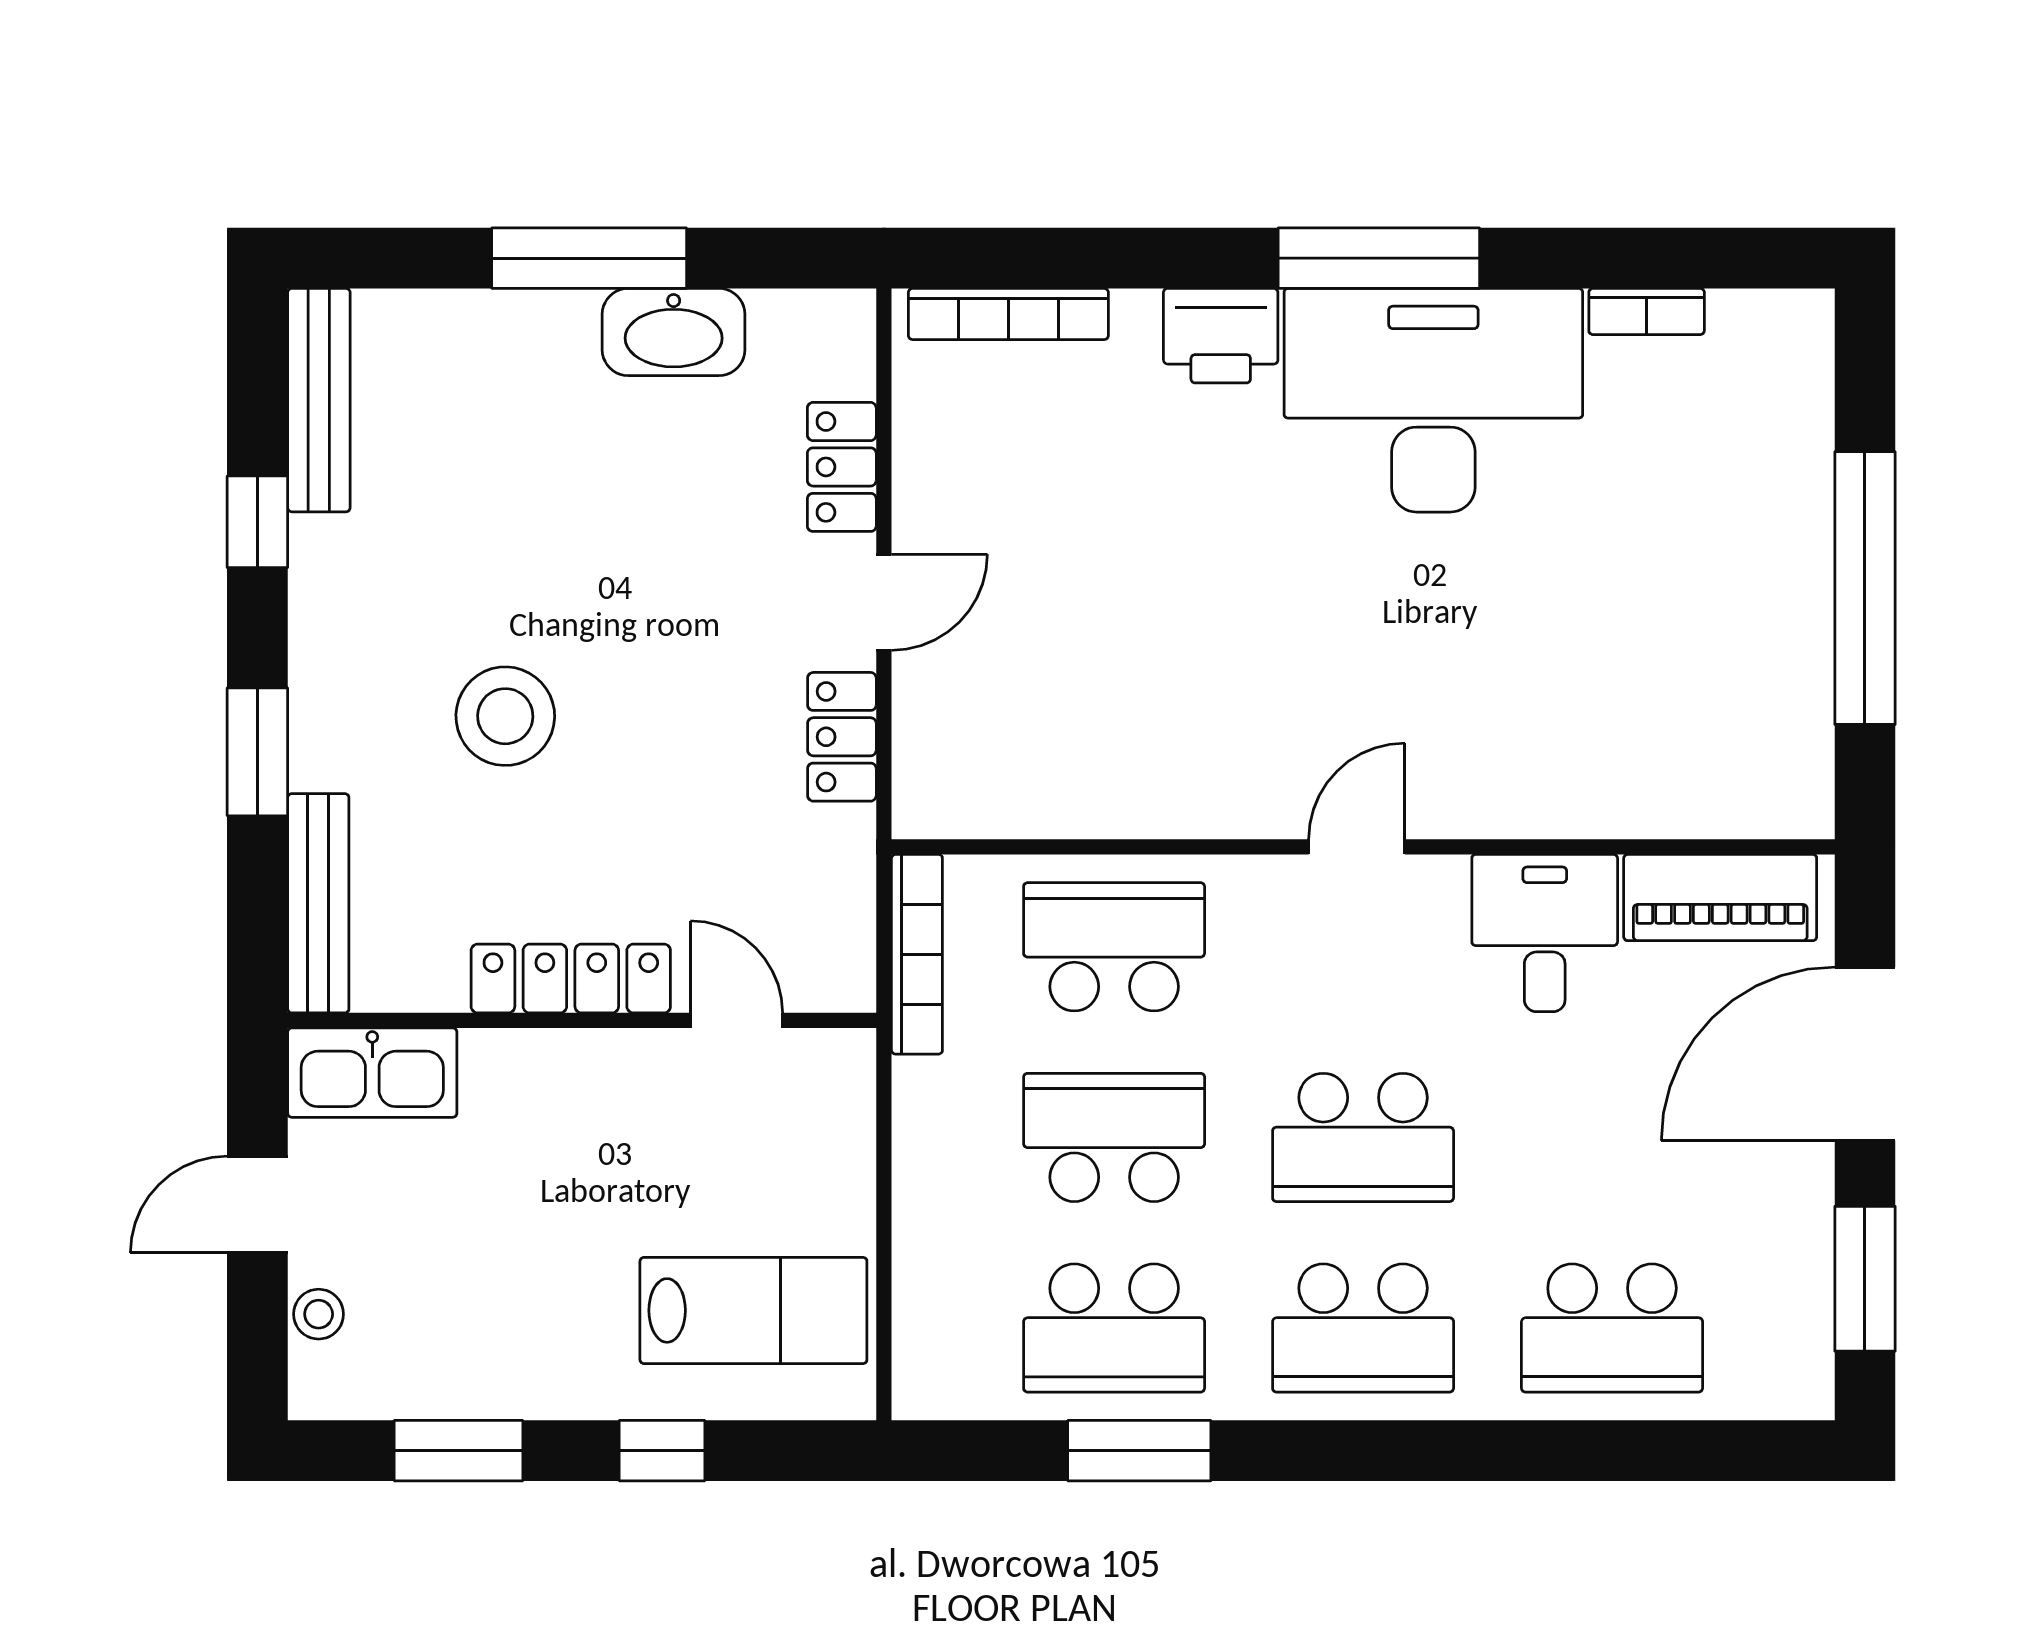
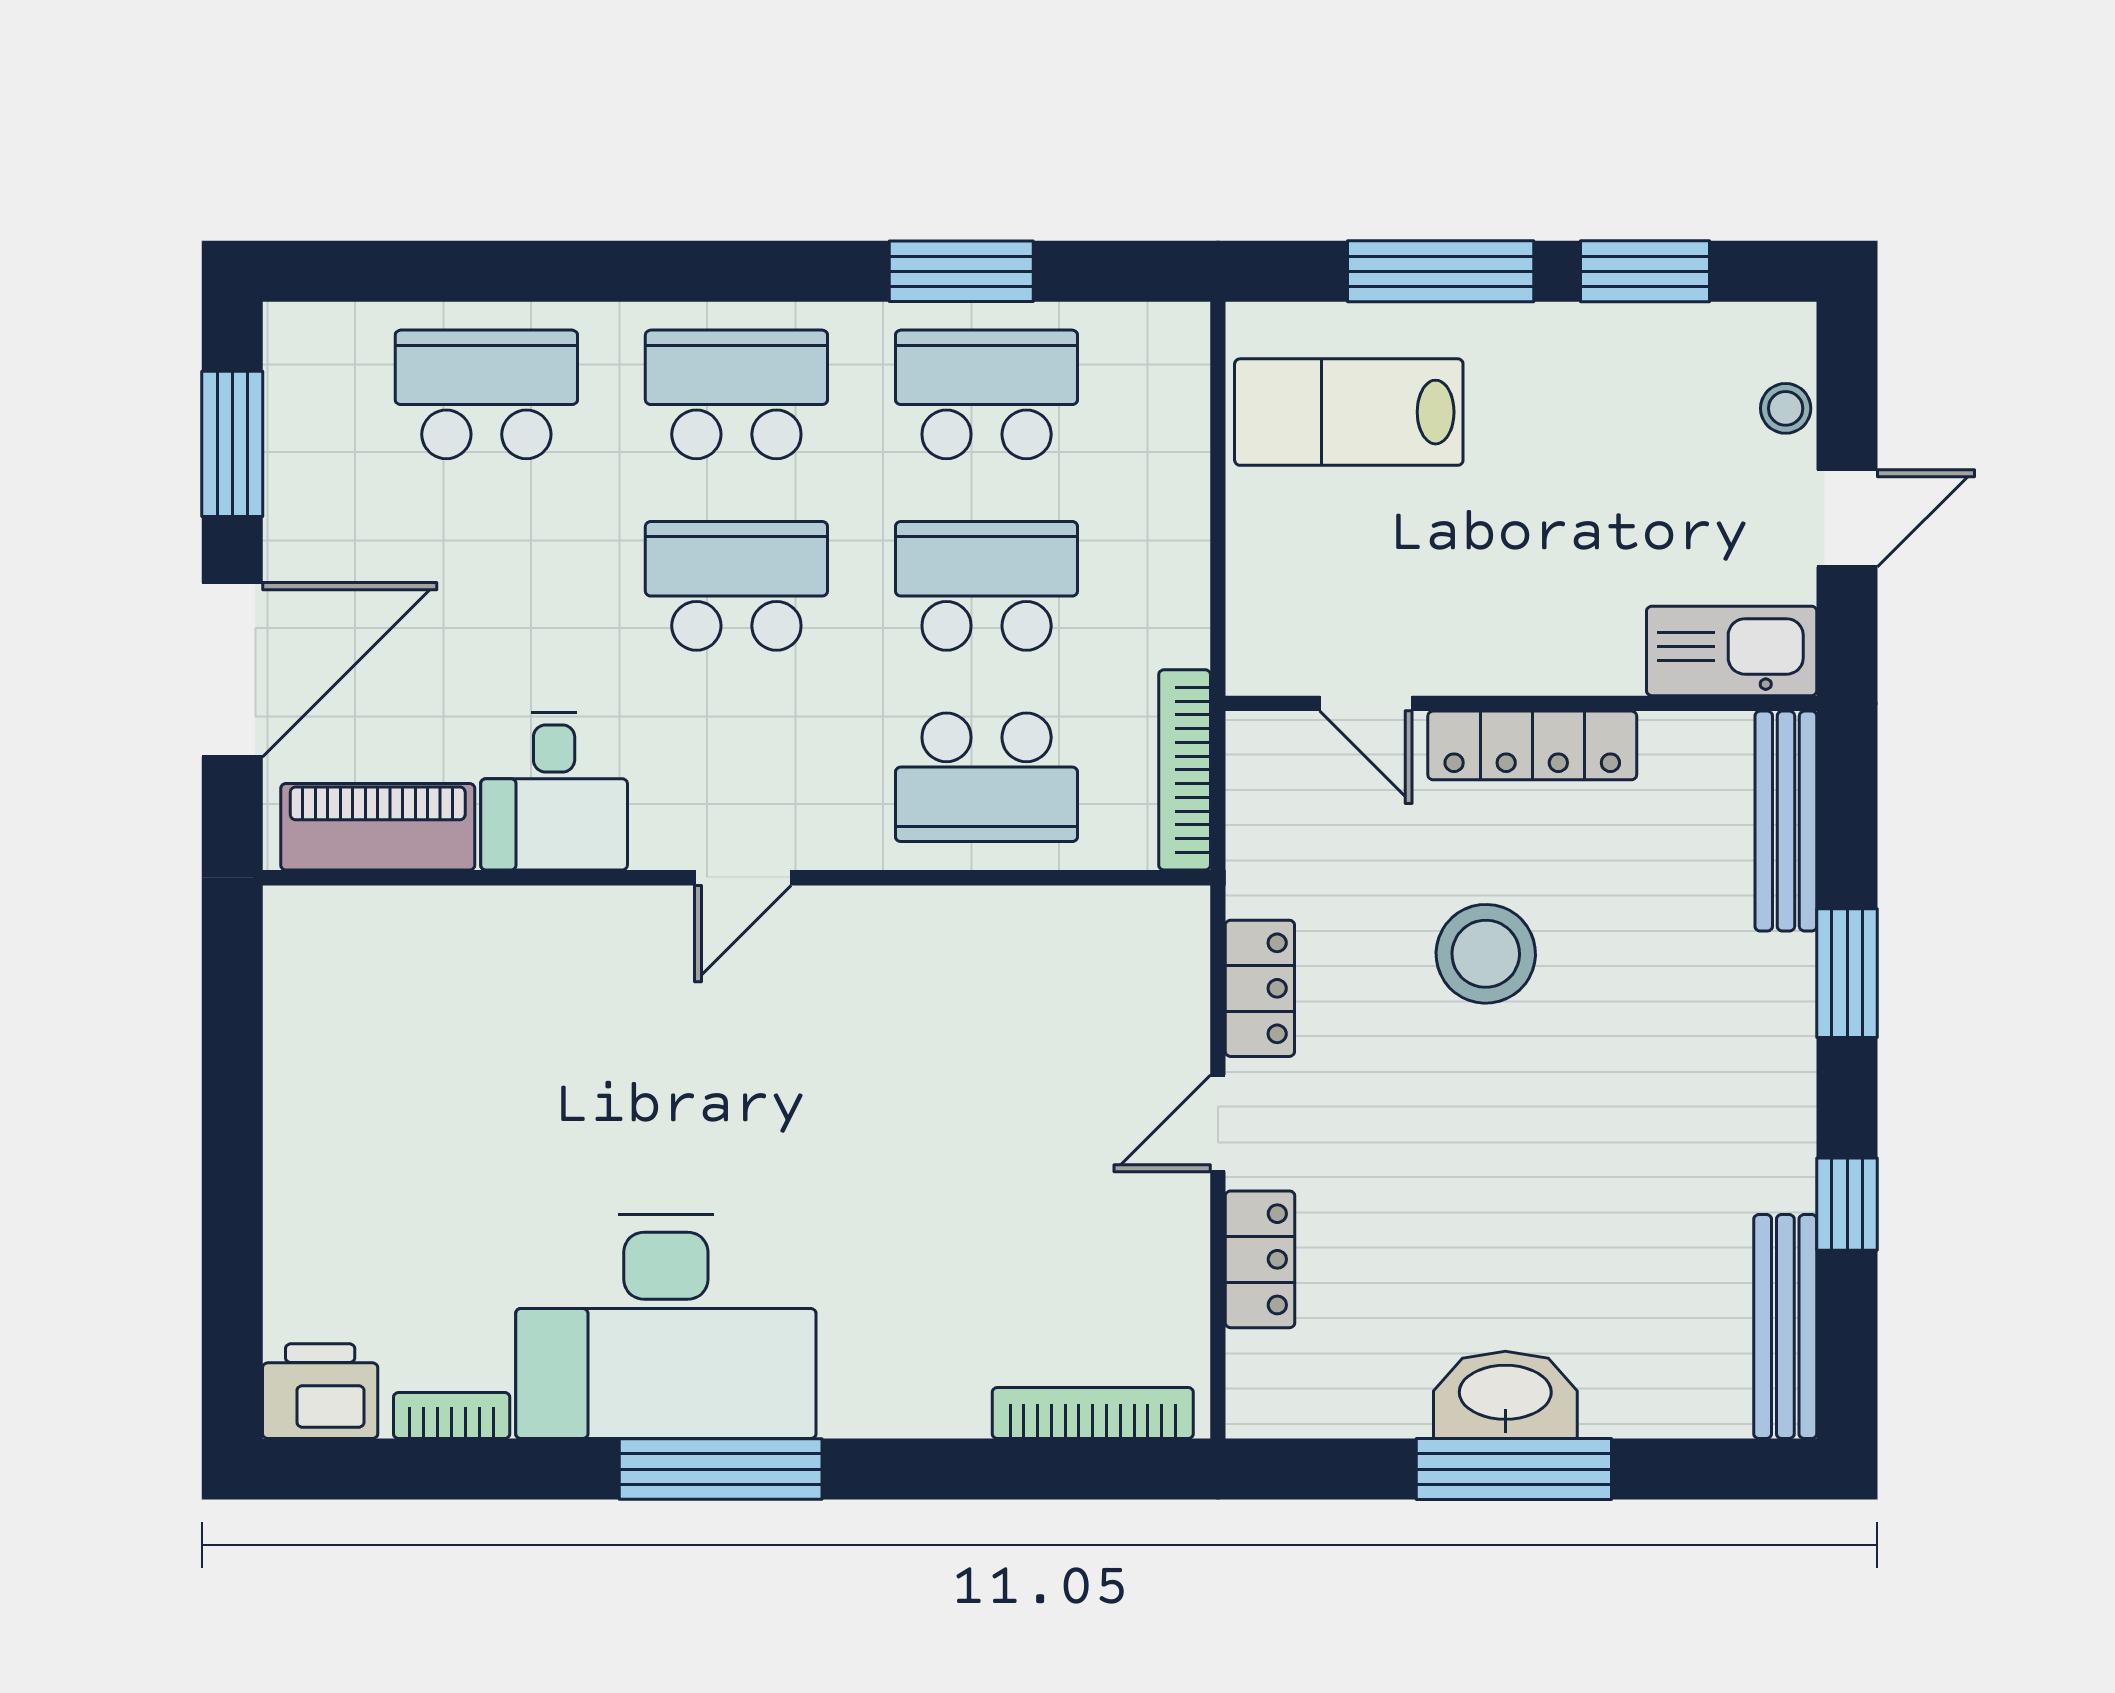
washbasin: (674, 332) -> (1505, 1395), moved
printer: (1221, 336) -> (320, 1391), moved
window: (1865, 588) -> (232, 1138), removed
stool: (505, 716) -> (1486, 954), moved
school desk: (1114, 1137) -> (987, 586), turned 180
window: (662, 1451) -> (1441, 271), width x2.17

